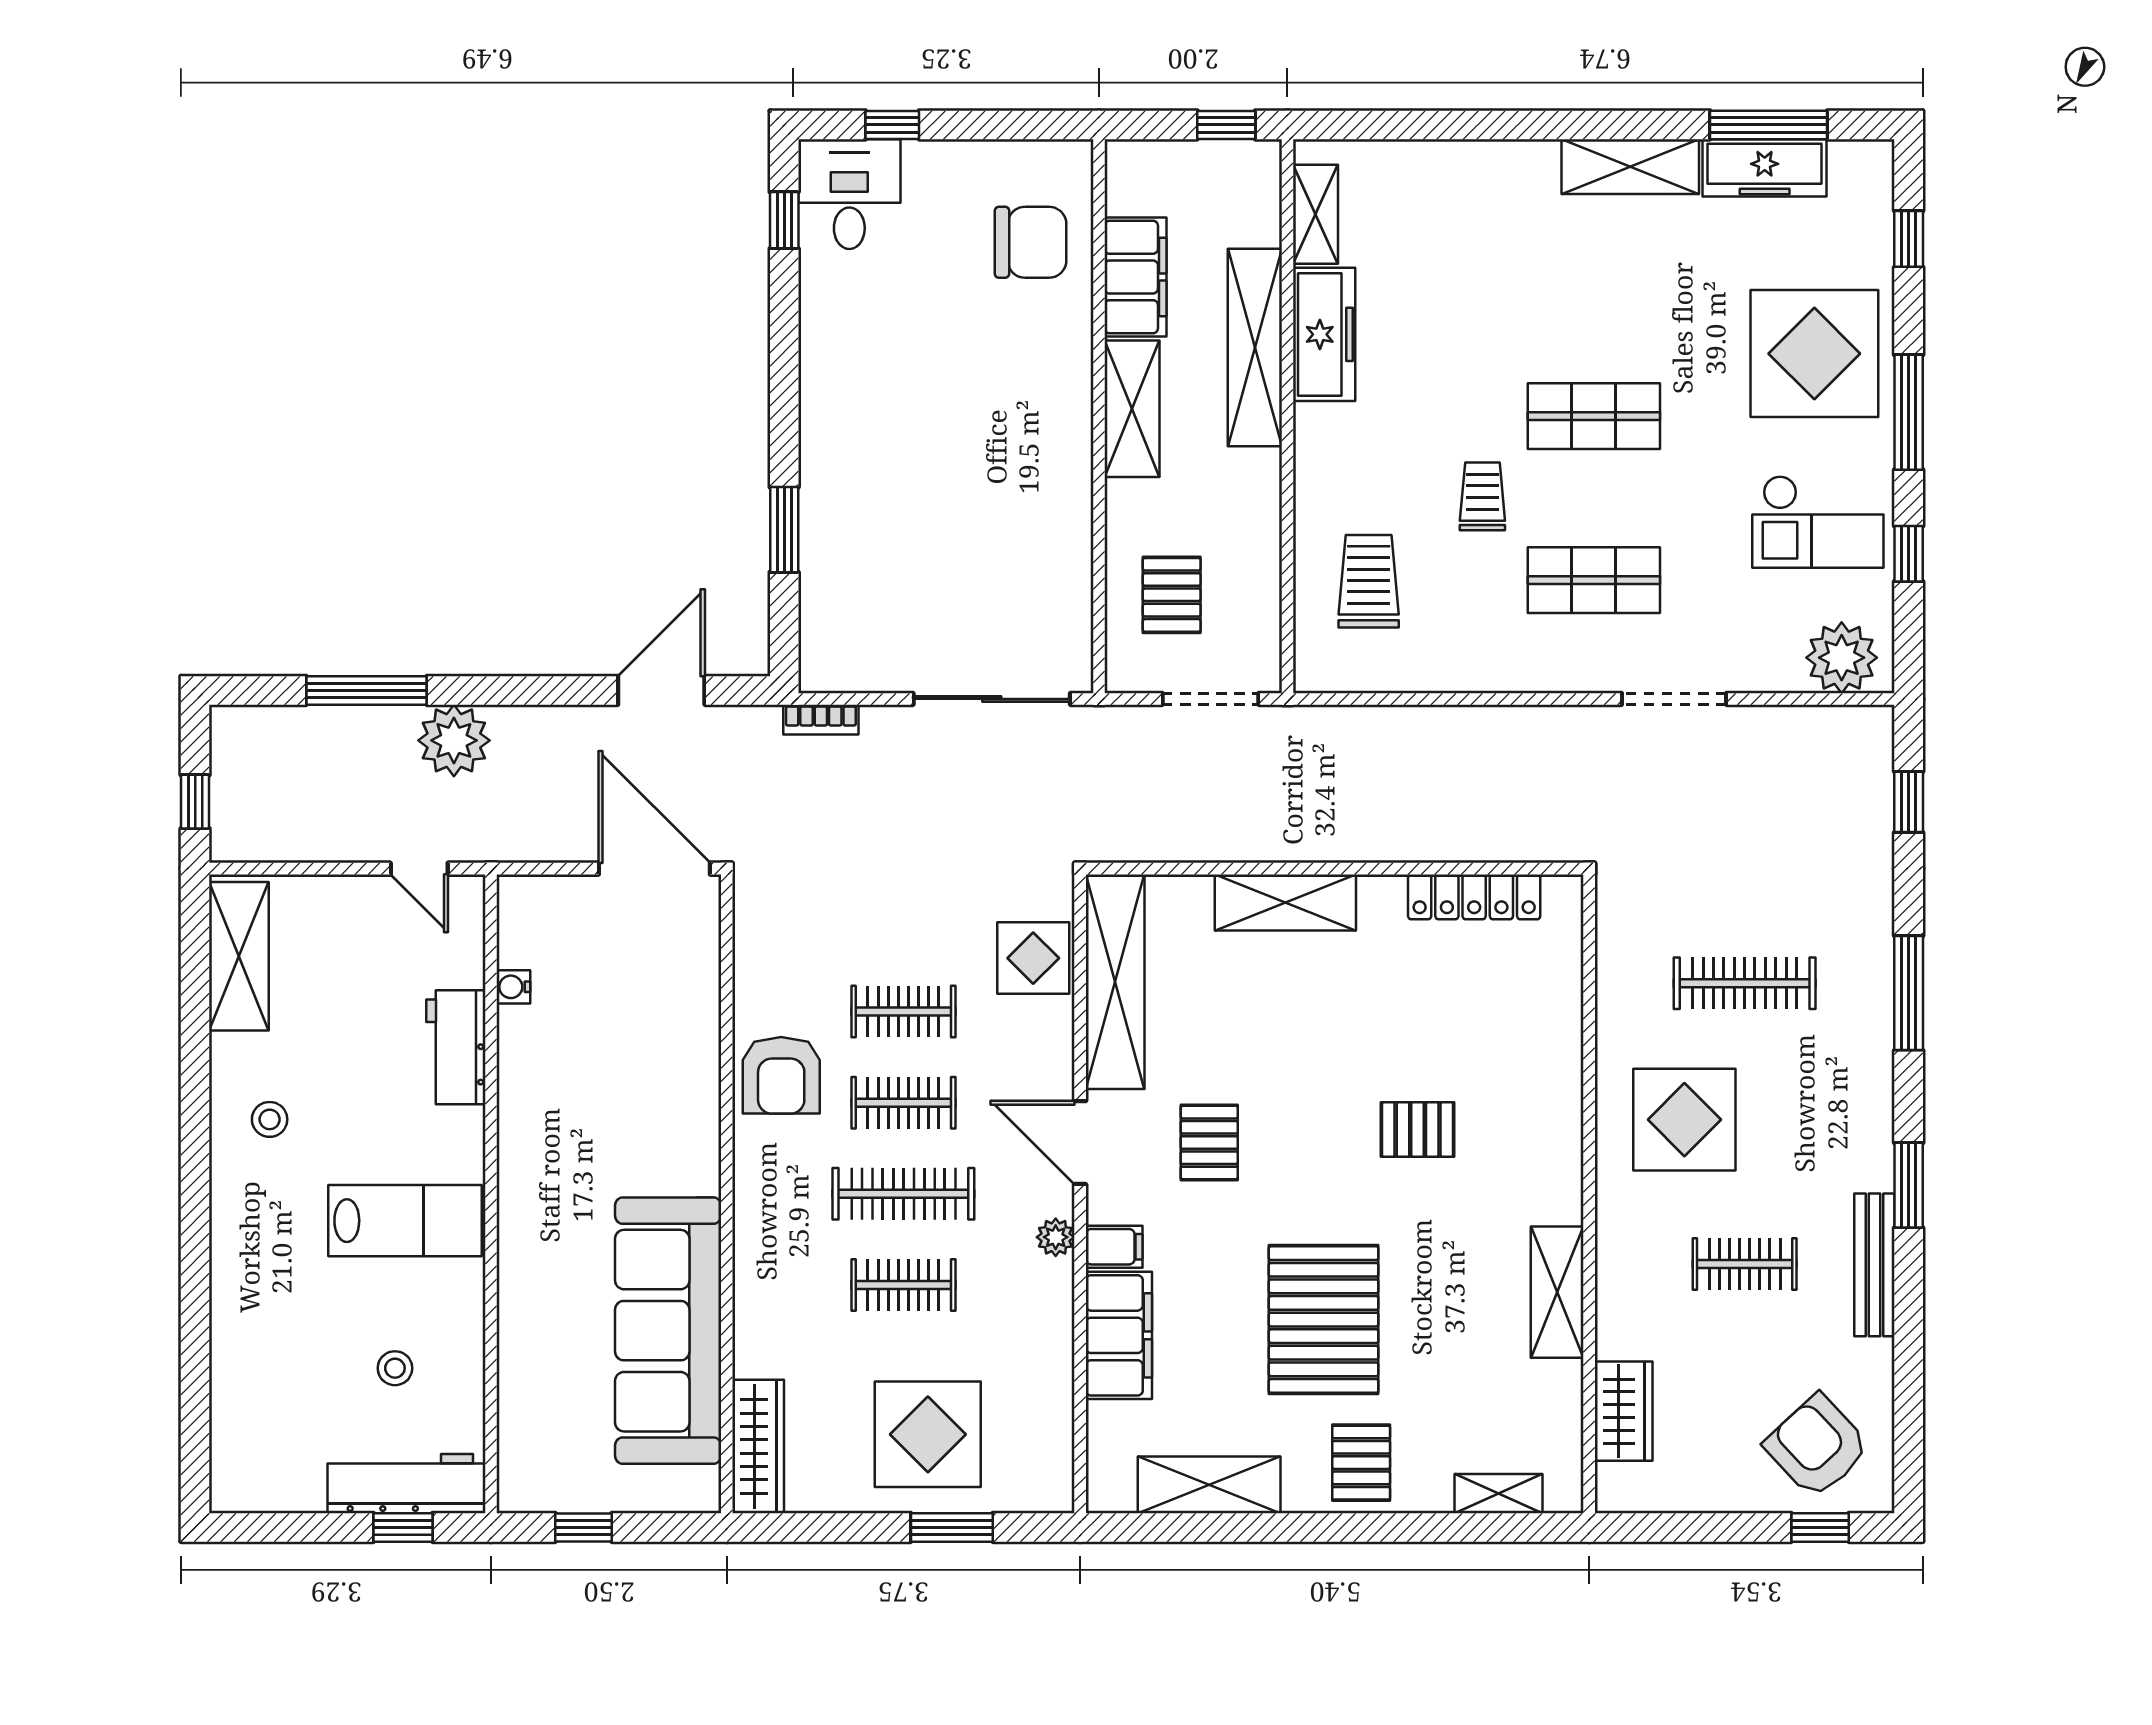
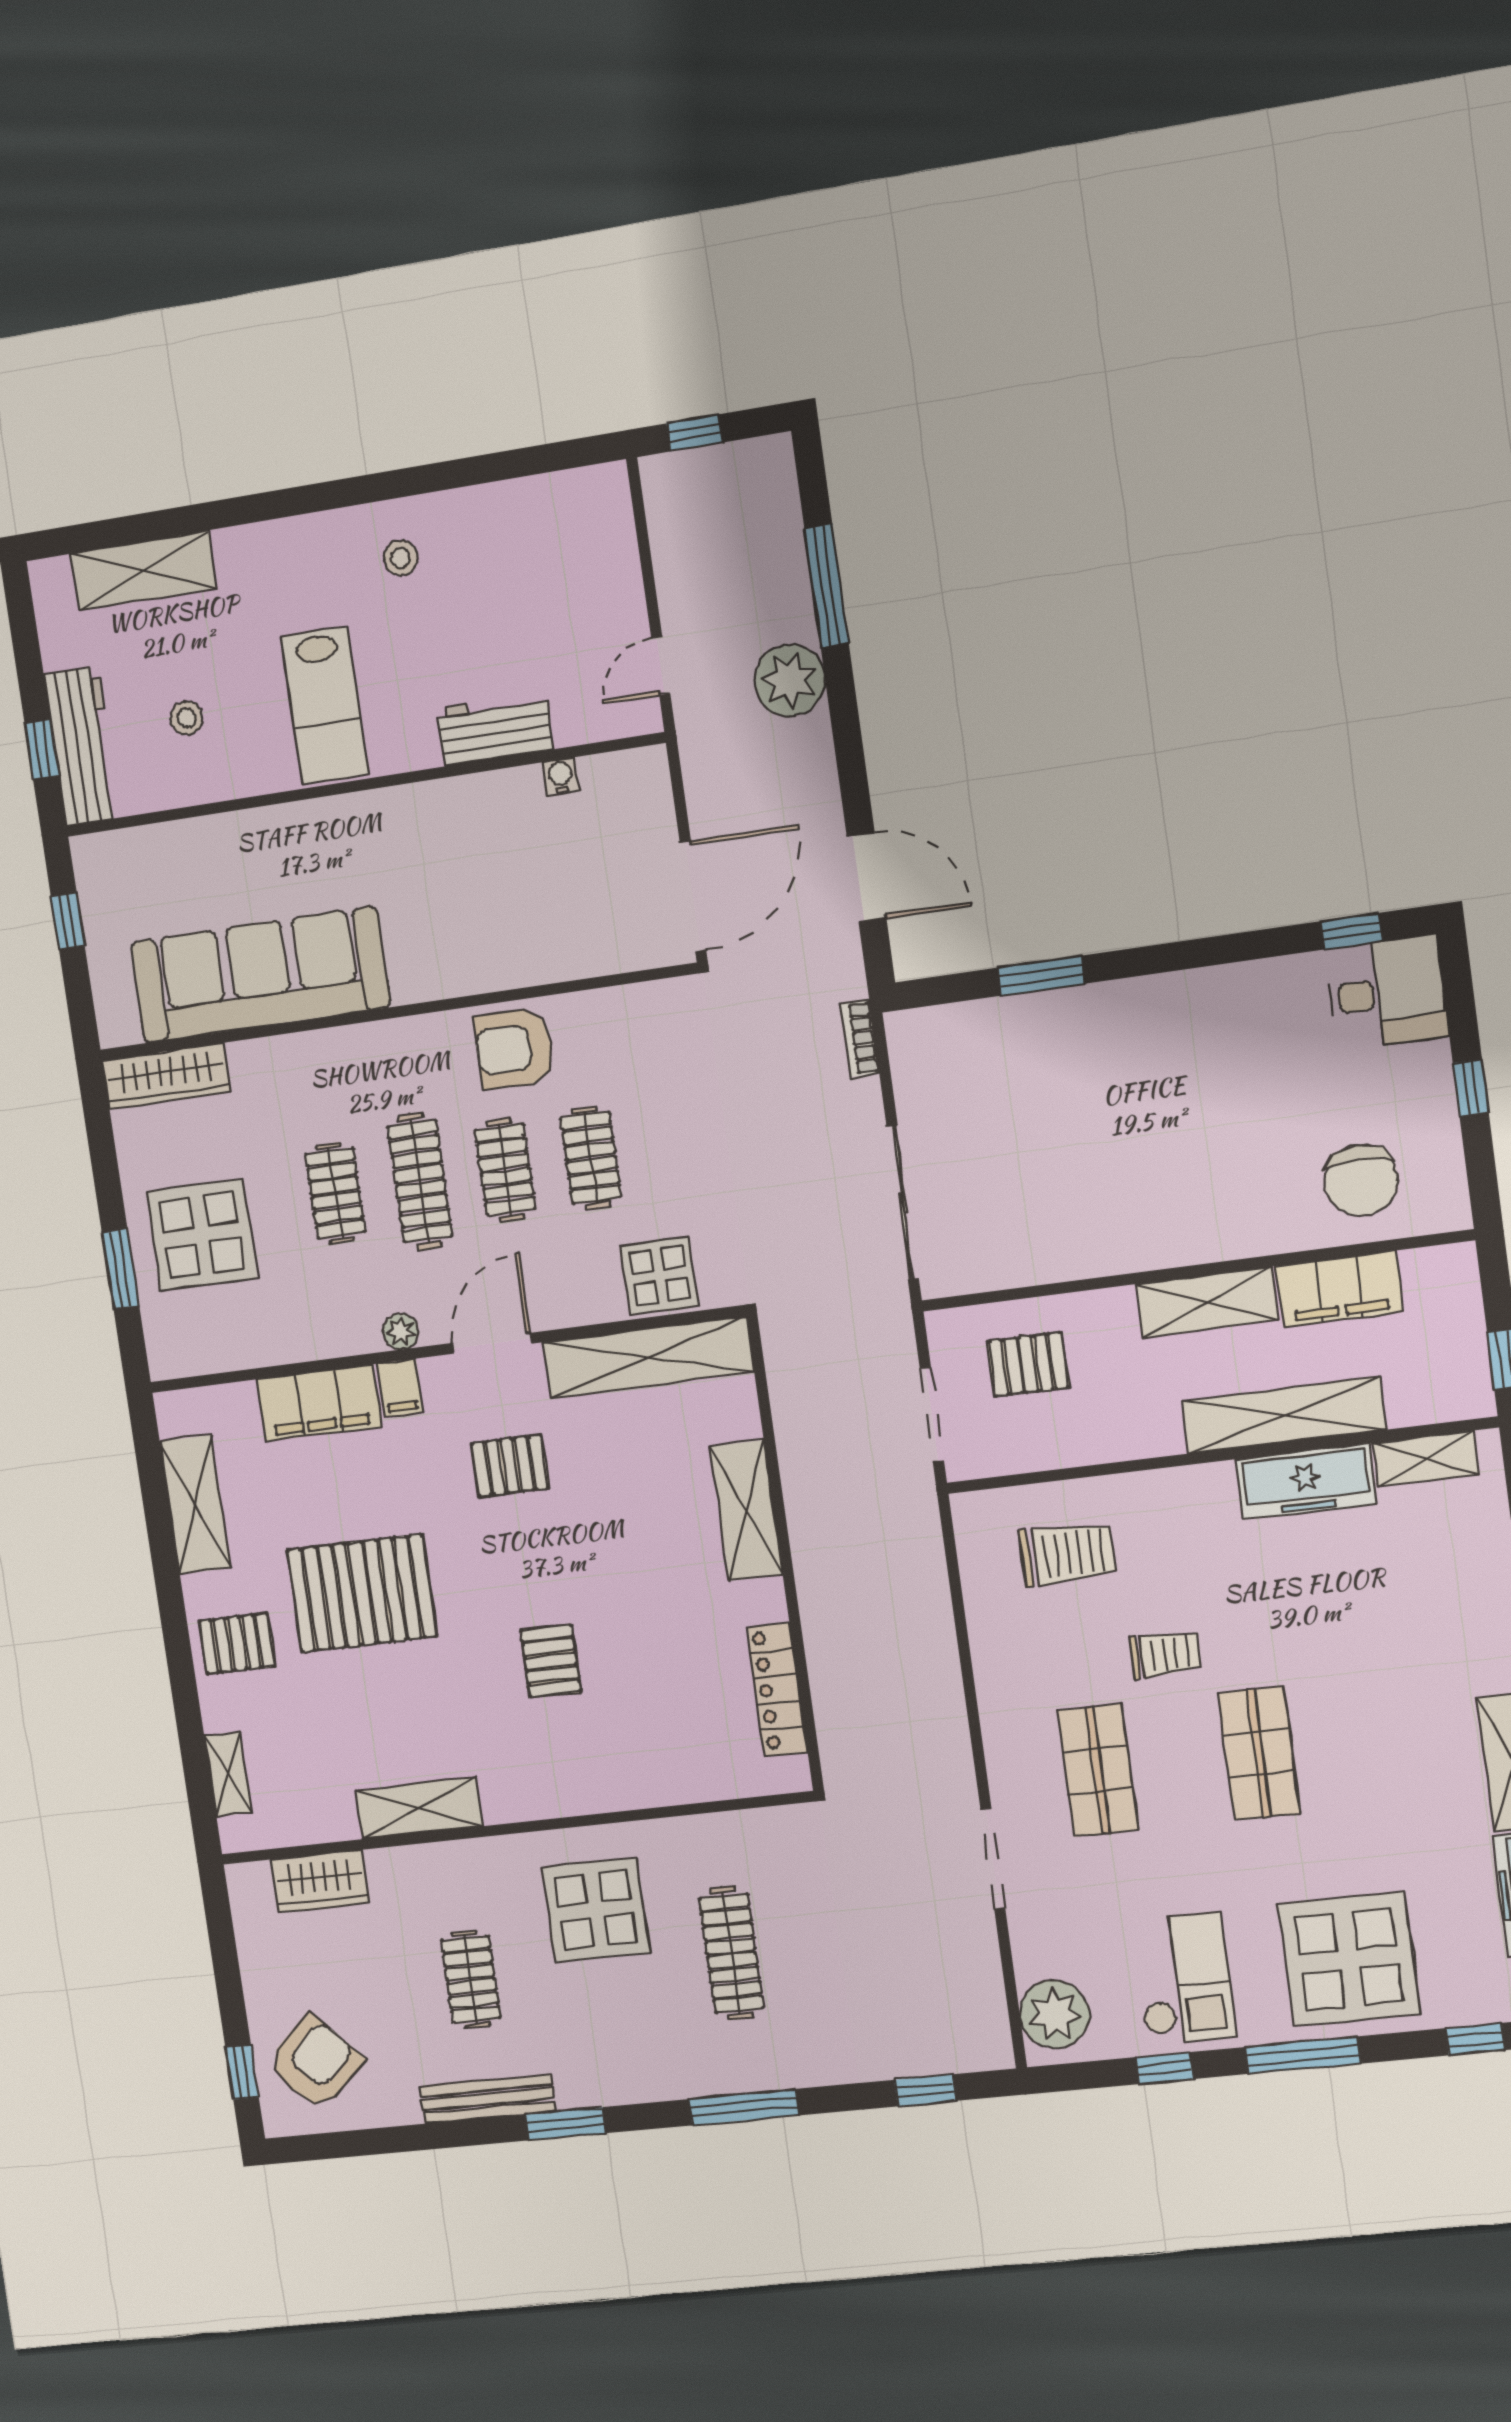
window: (892, 125) -> (1471, 1088), moved
checkout: (1818, 522) -> (1184, 1979), turned 180
shelving: (239, 956) -> (144, 571), moved

